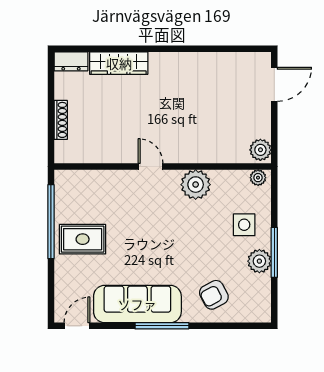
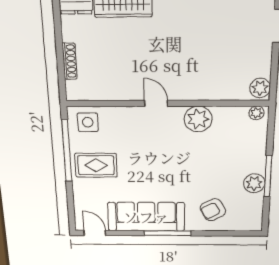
side table: (244, 225) -> (88, 122), moved
door: (77, 326) -> (95, 233), hinge flipped

